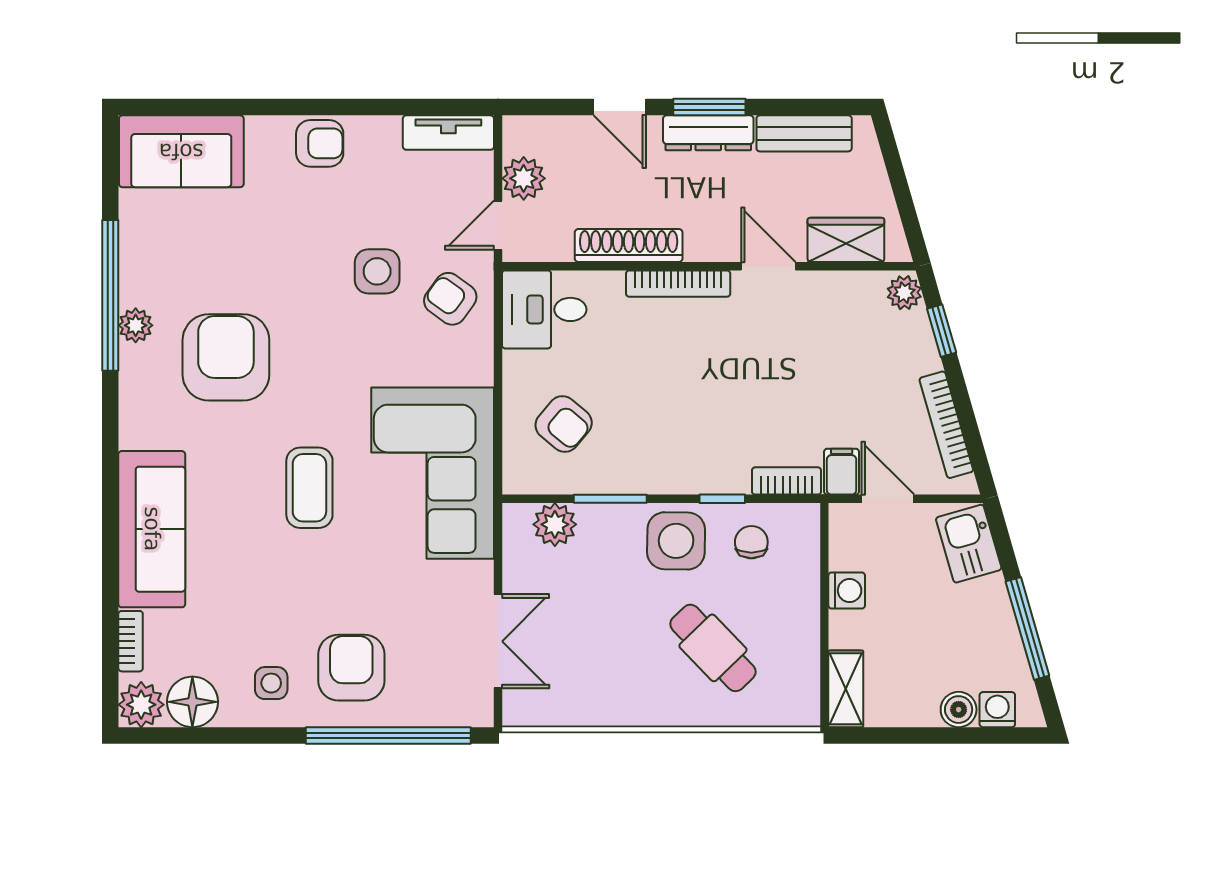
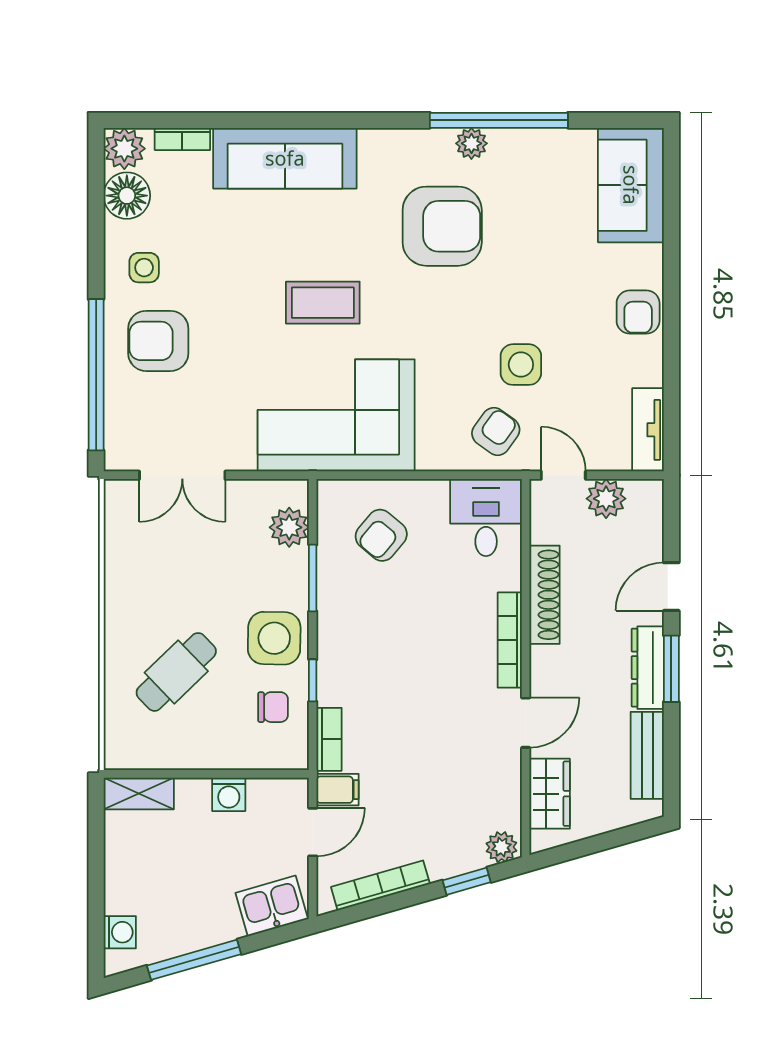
armchair: (351, 668) -> (158, 341), turned 180
boiler: (959, 710) -> (120, 897), removed

